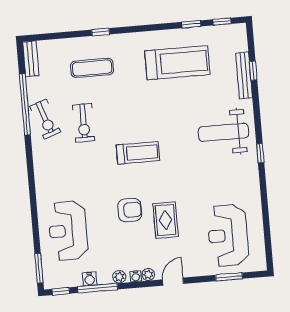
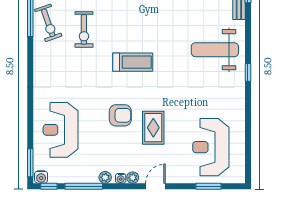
water cooler: (90, 279) -> (41, 177), moved

